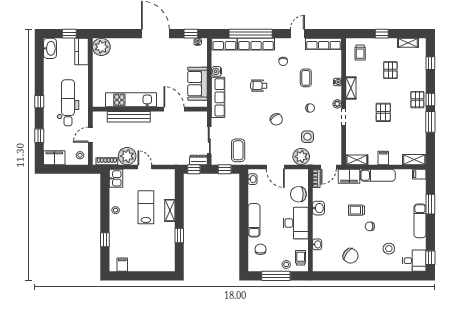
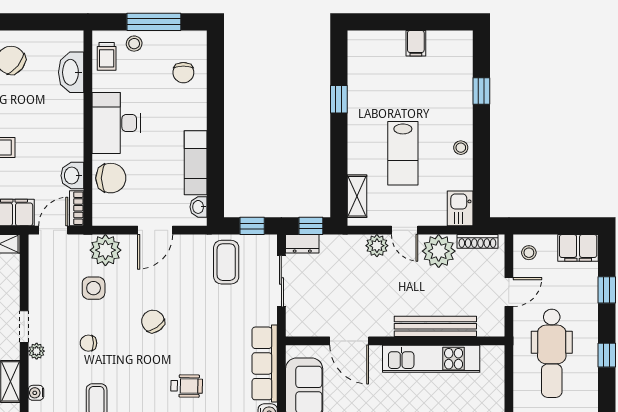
plant: (159, 159) -> (377, 246), added
door: (275, 167) -> (155, 230), swing flipped
washbasin: (318, 208) -> (72, 176), moved
shelving: (170, 210) -> (357, 196), moved
exam couch: (254, 220) -> (196, 163), moved
washbasin: (317, 244) -> (71, 72), width x1.91, depth x1.45
filing cabinet: (122, 265) -> (416, 43), moved

